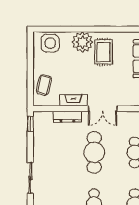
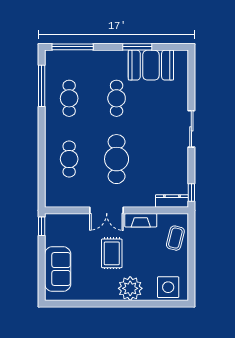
rug: (104, 52) -> (112, 253), moved
double door: (103, 109) -> (107, 210), swing flipped
dresser: (67, 117) -> (172, 201), moved

